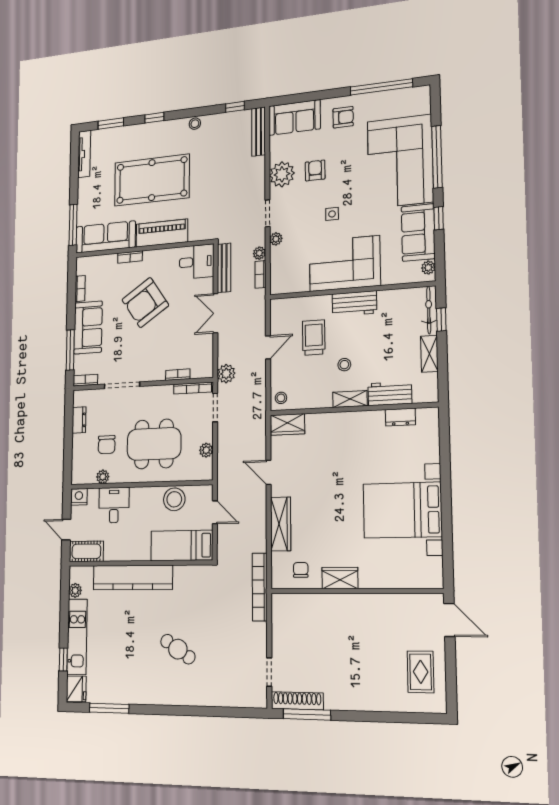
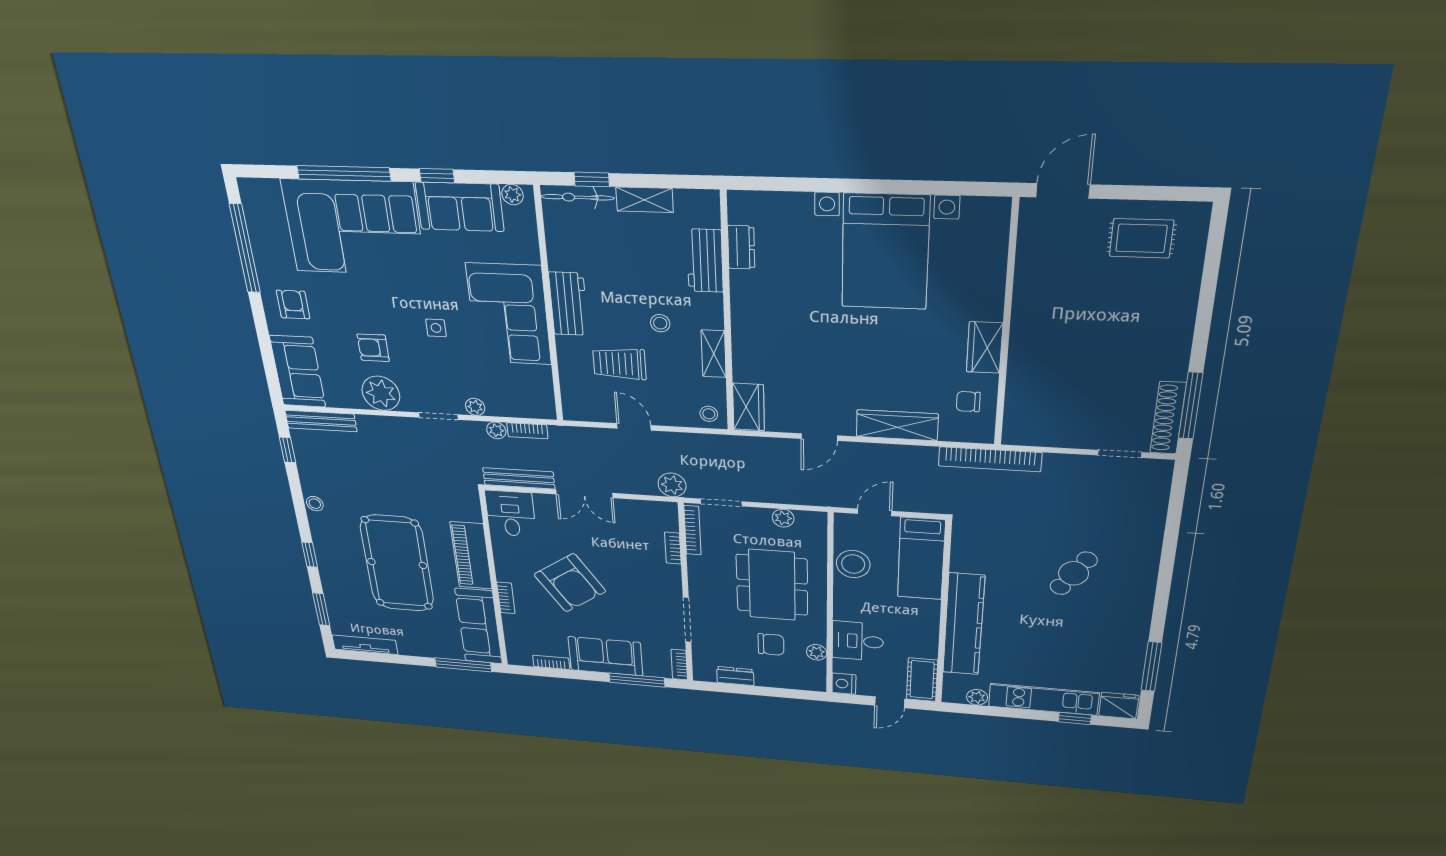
shelving: (350, 399) -> (714, 354), moved

